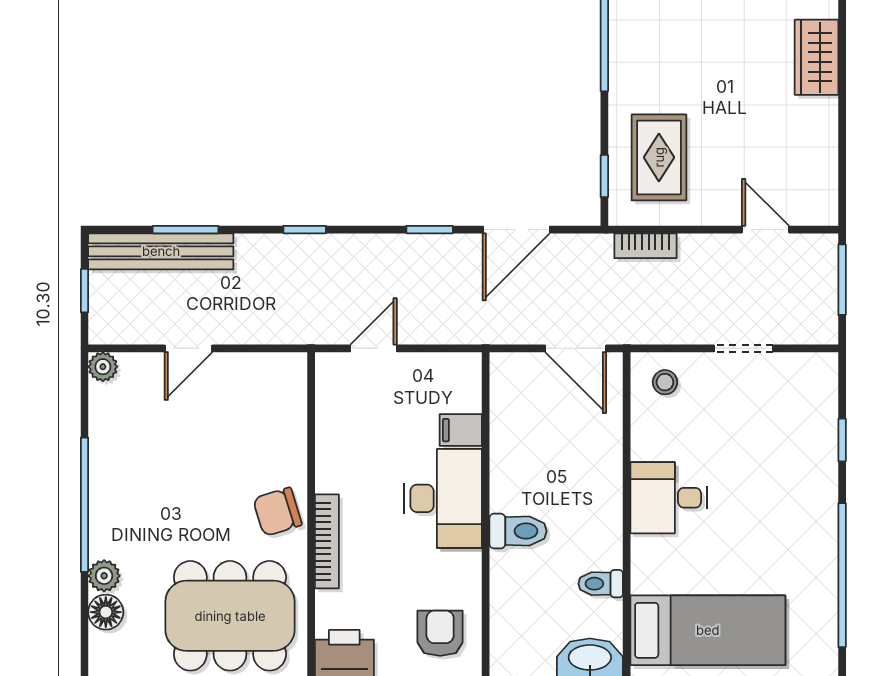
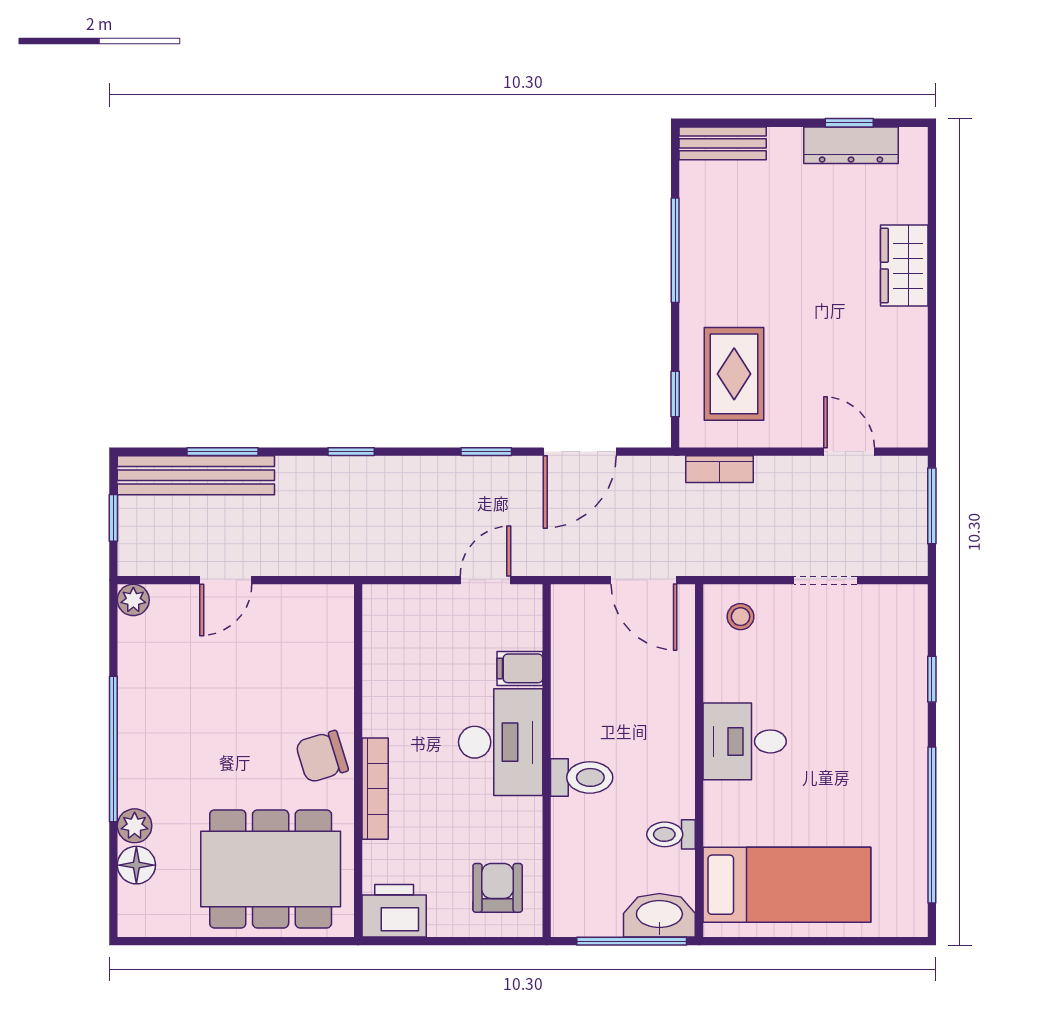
door: (374, 348) -> (485, 580), moved

